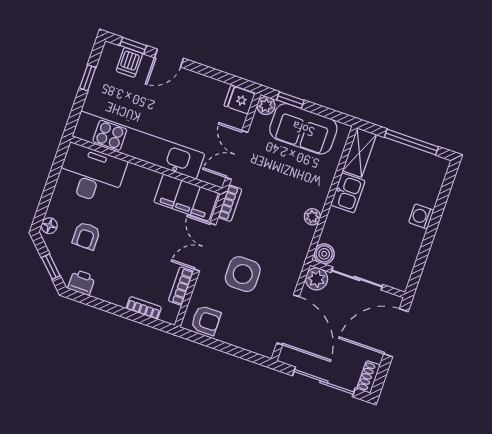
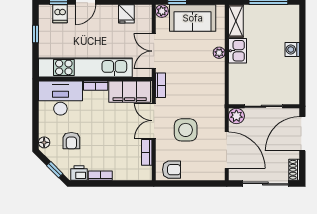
fridge: (239, 100) -> (126, 14), moved, turned -90
bookcase: (144, 174) -> (96, 86), added
plant: (312, 217) -> (219, 53), moved
boiler: (324, 254) -> (236, 97), removed
bookcase: (144, 308) -> (100, 176), moved

